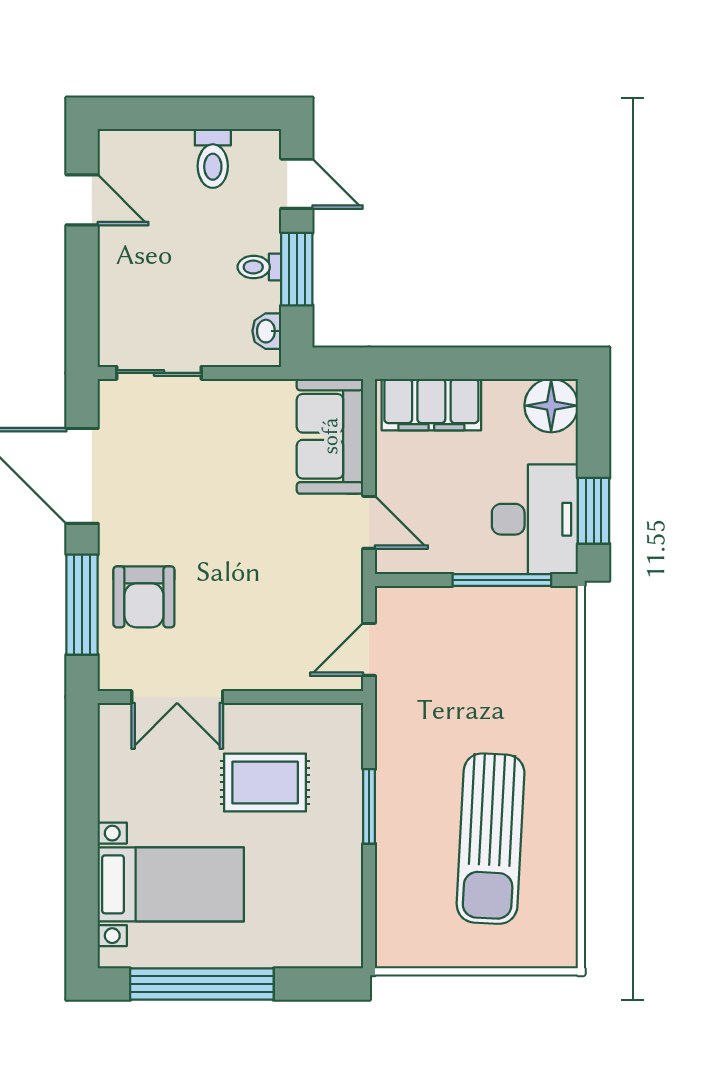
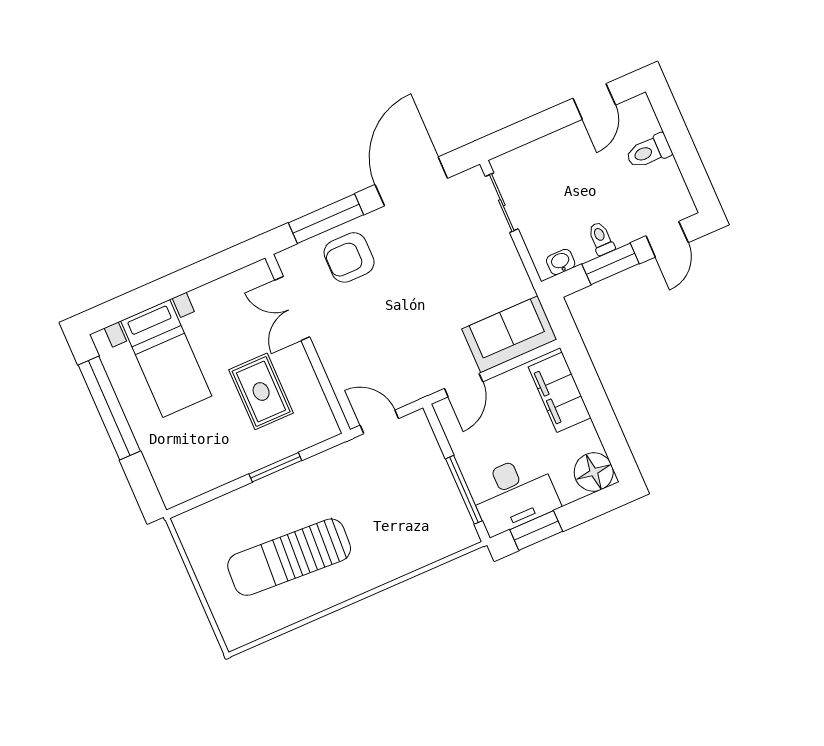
toilet: (213, 158) -> (649, 151), moved

